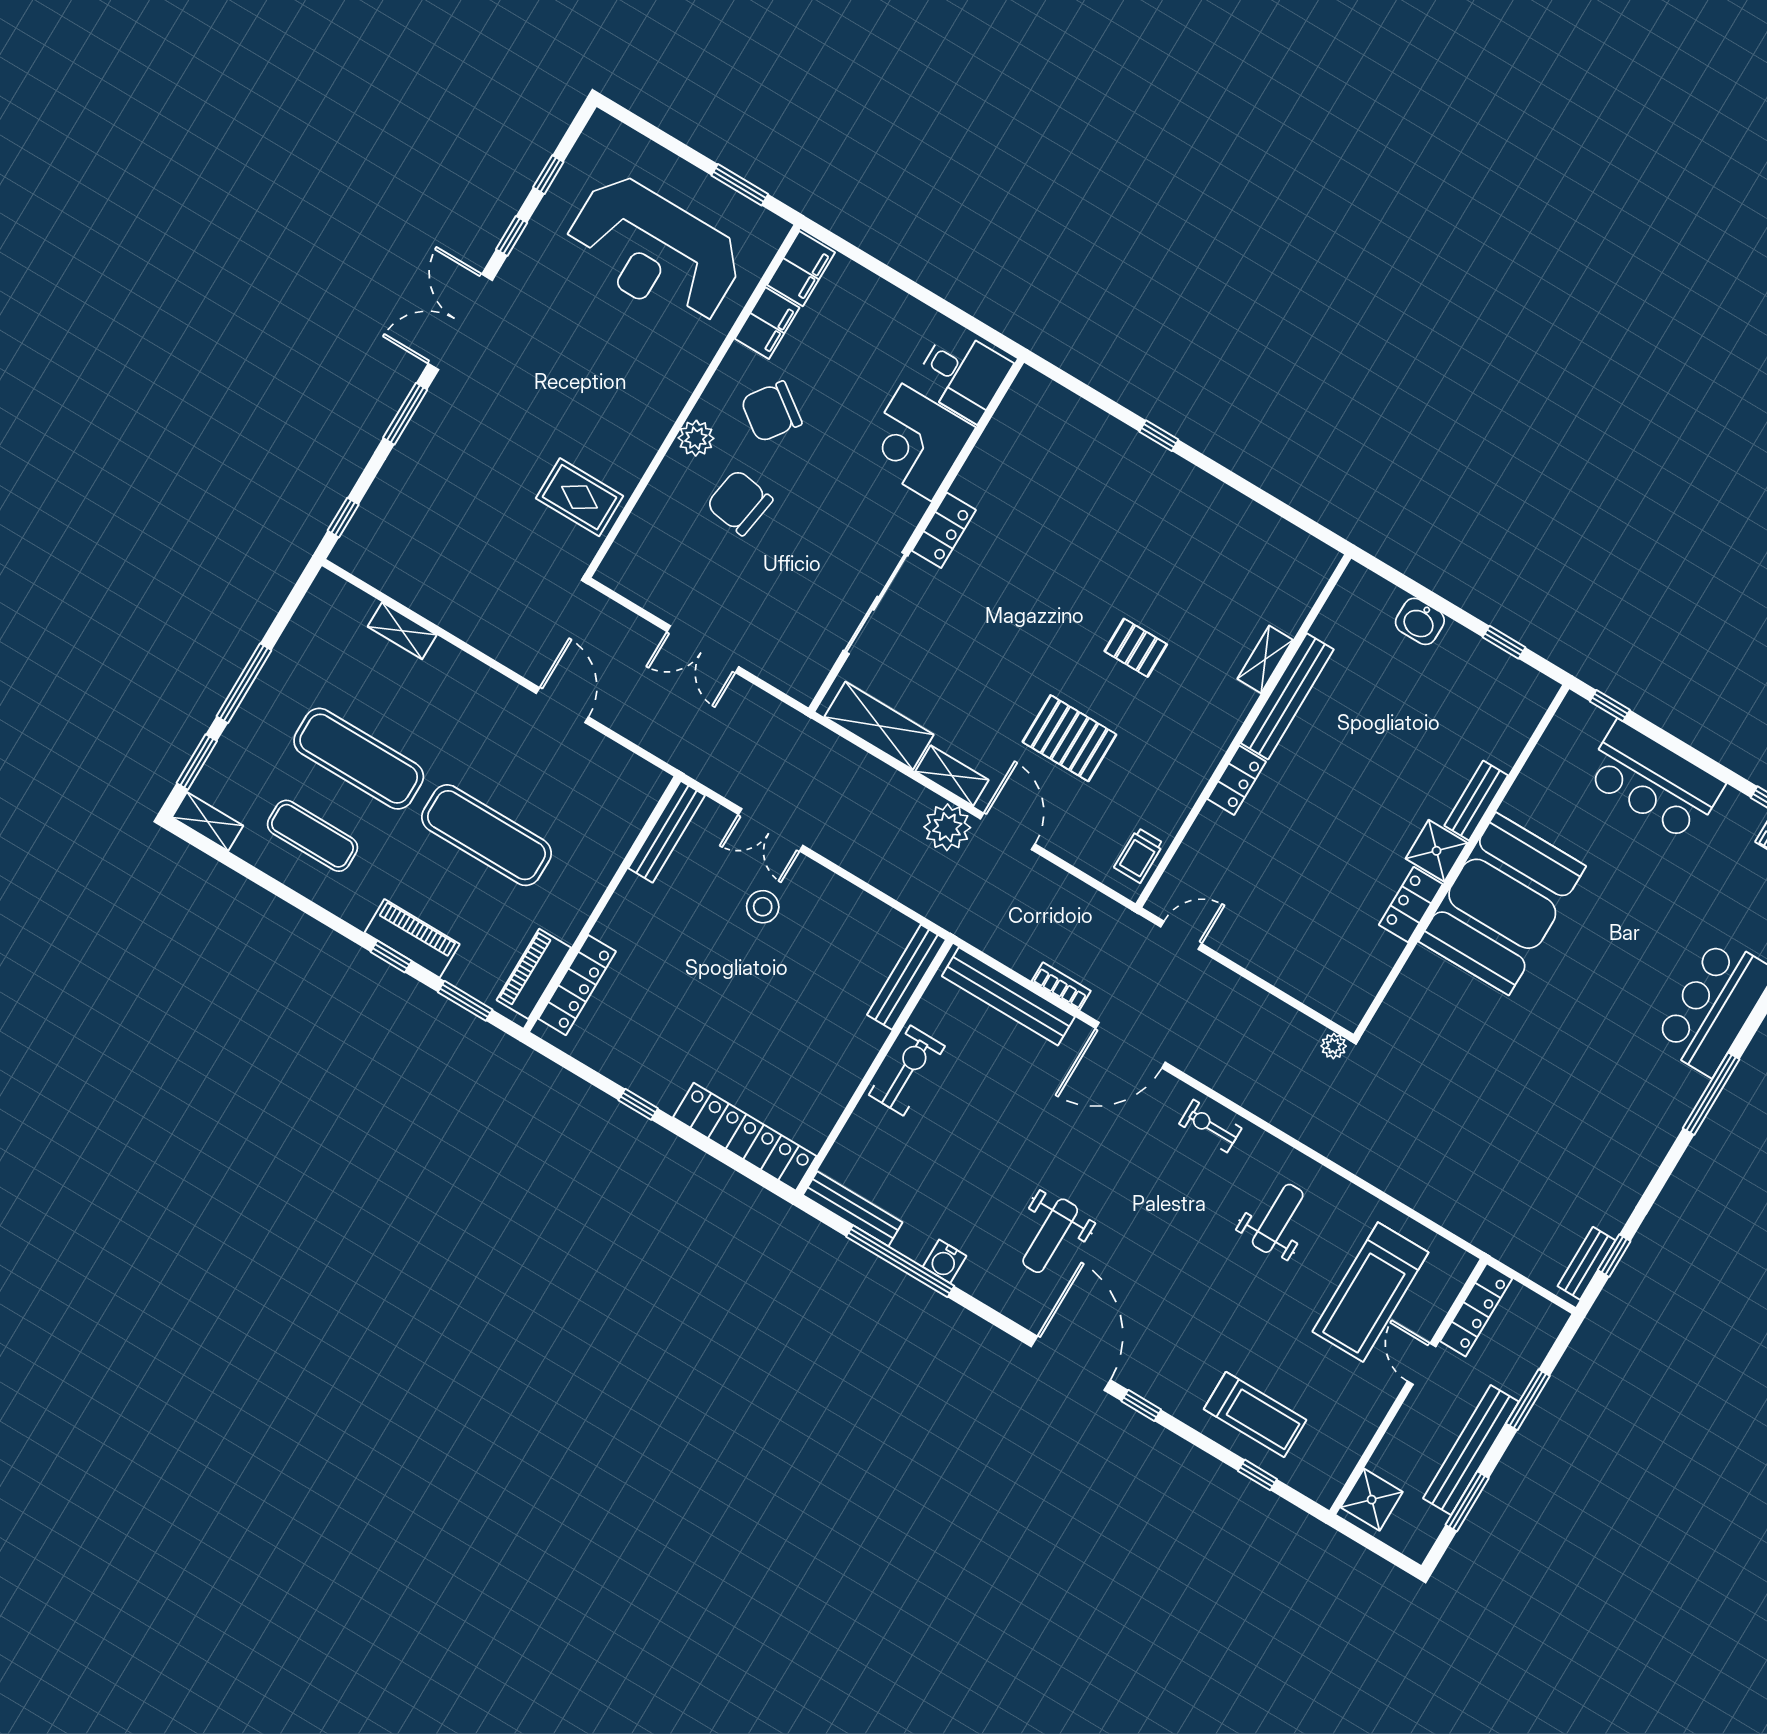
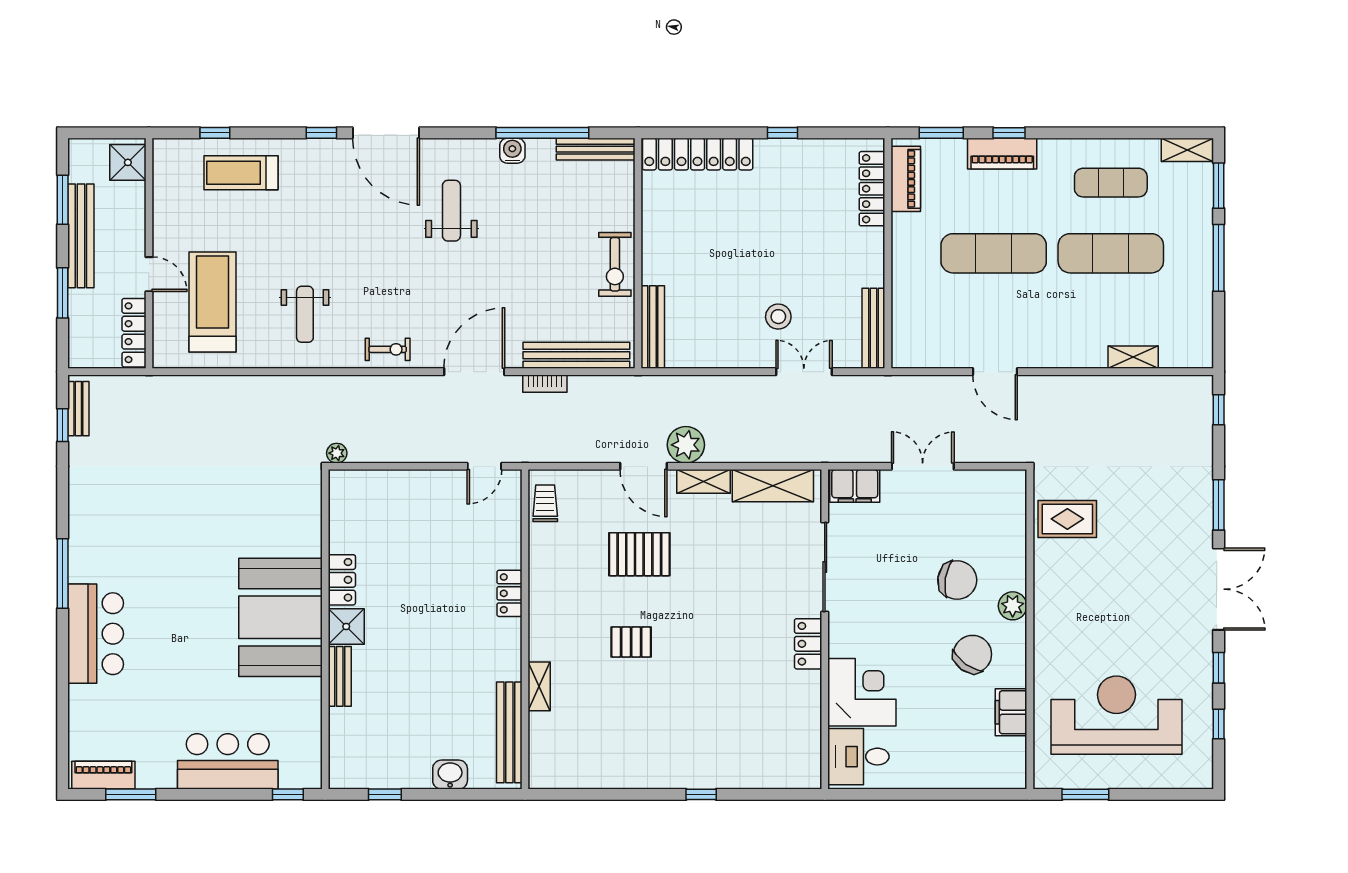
filing cabinet: (801, 269) -> (855, 486), moved, turned -90
bench: (1287, 696) -> (509, 732), moved

